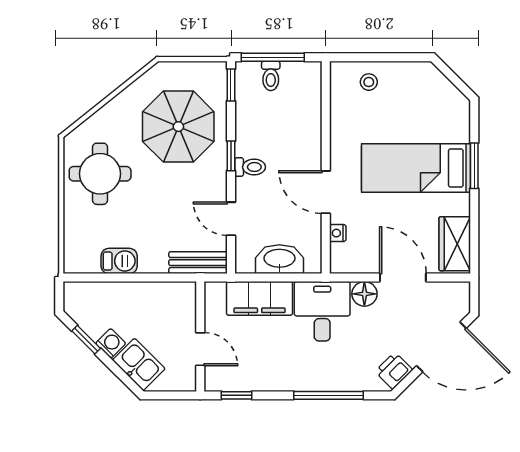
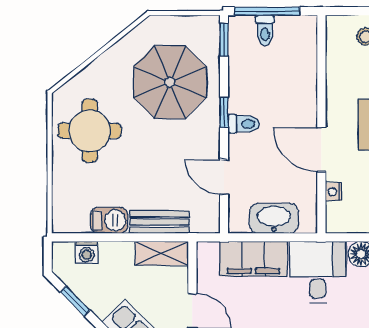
bench: (198, 263) -> (160, 222), moved
shelving: (170, 293) -> (162, 253), added
washing machine: (111, 343) -> (87, 252), moved, turned 135

